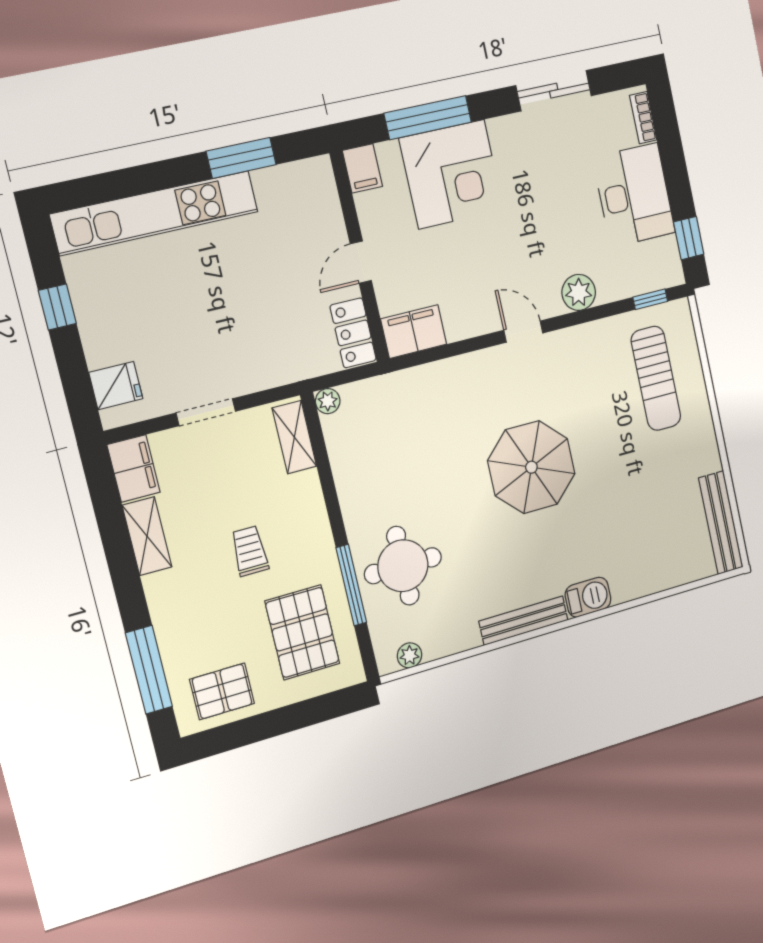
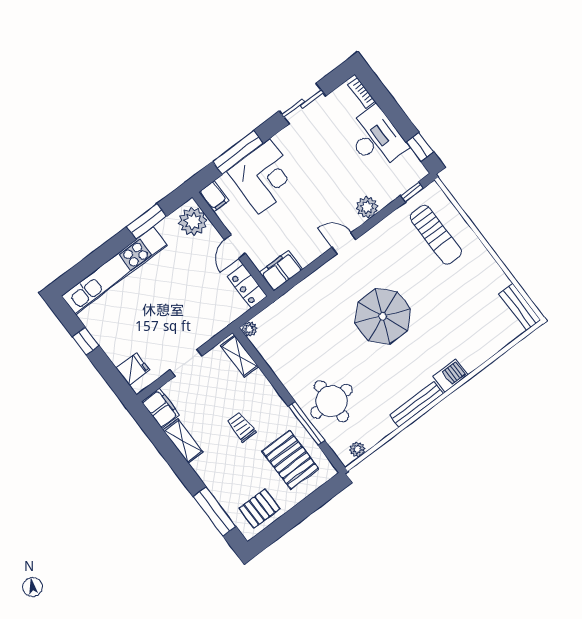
plant: (314, 192) -> (193, 221), added
bench: (721, 523) -> (520, 307), width x0.73

